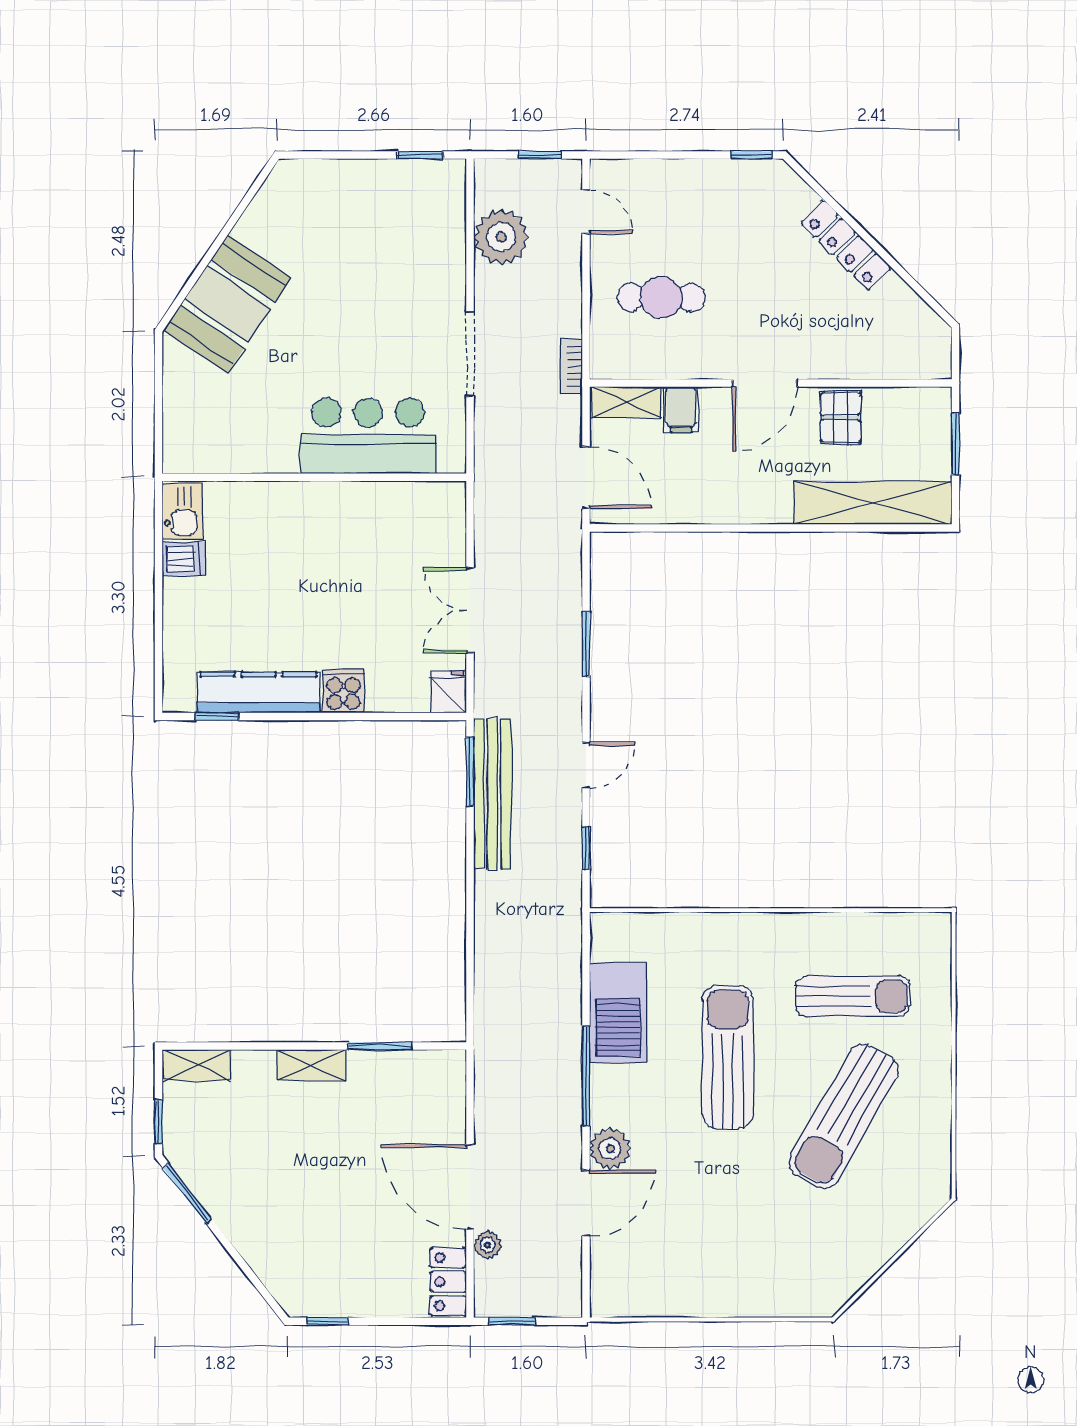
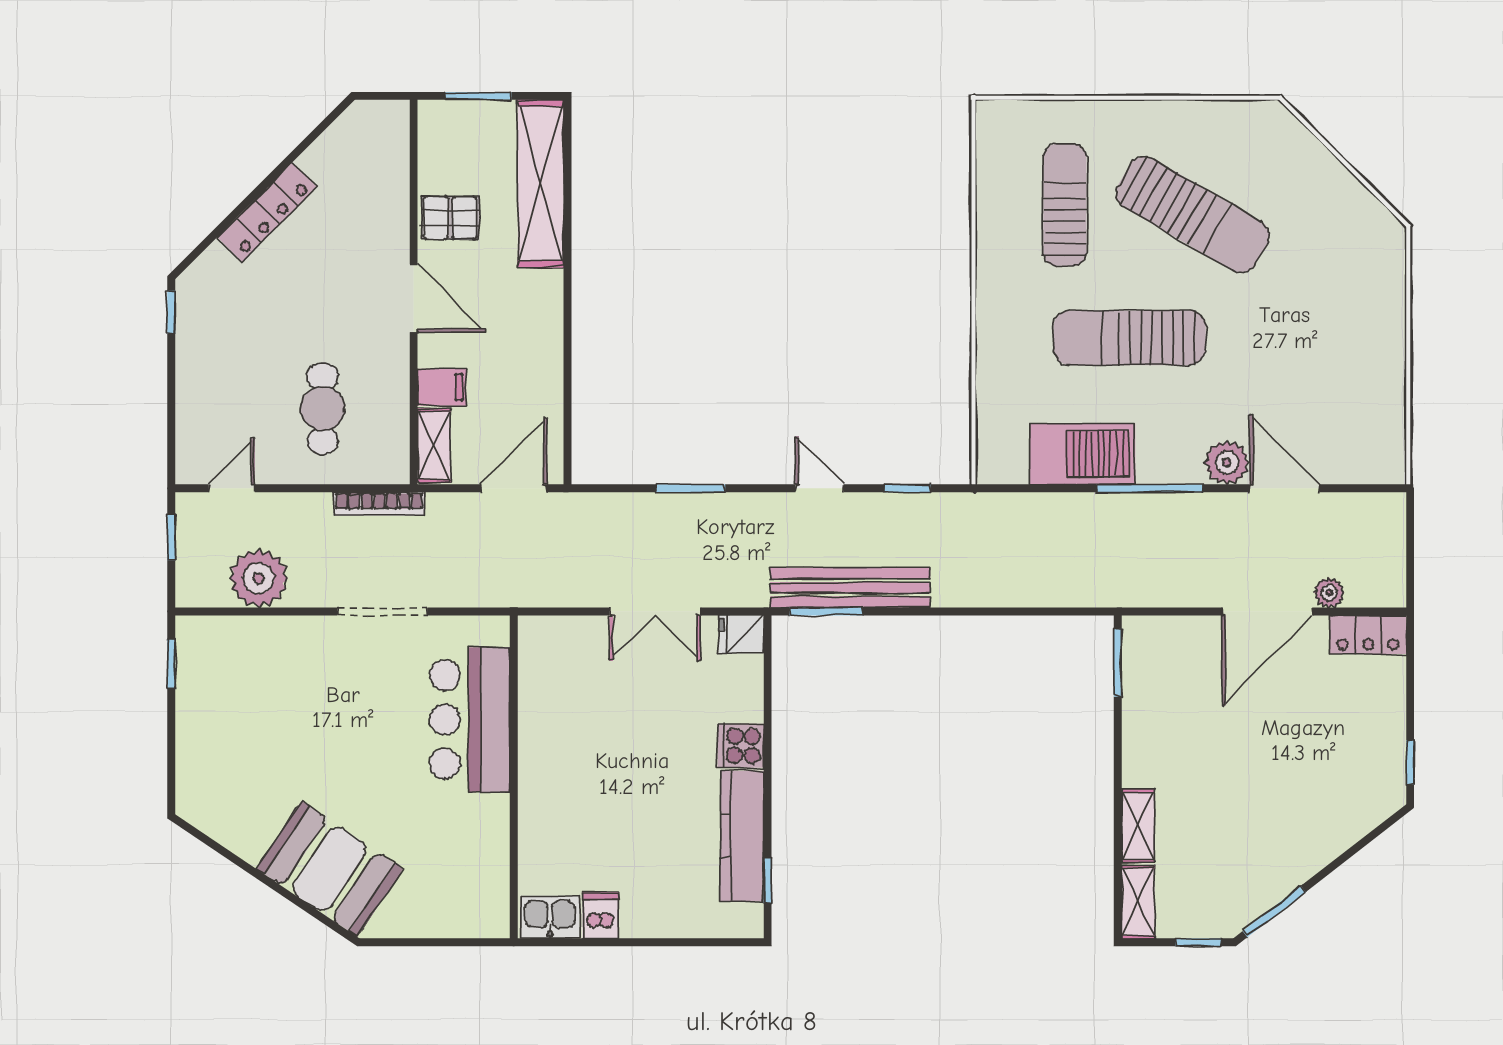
bookcase: (571, 366) -> (379, 504), width x1.56
window: (380, 1046) -> (1118, 663), moved
shelving: (312, 1065) -> (1138, 826), moved
window: (512, 1321) -> (1410, 567), removed

